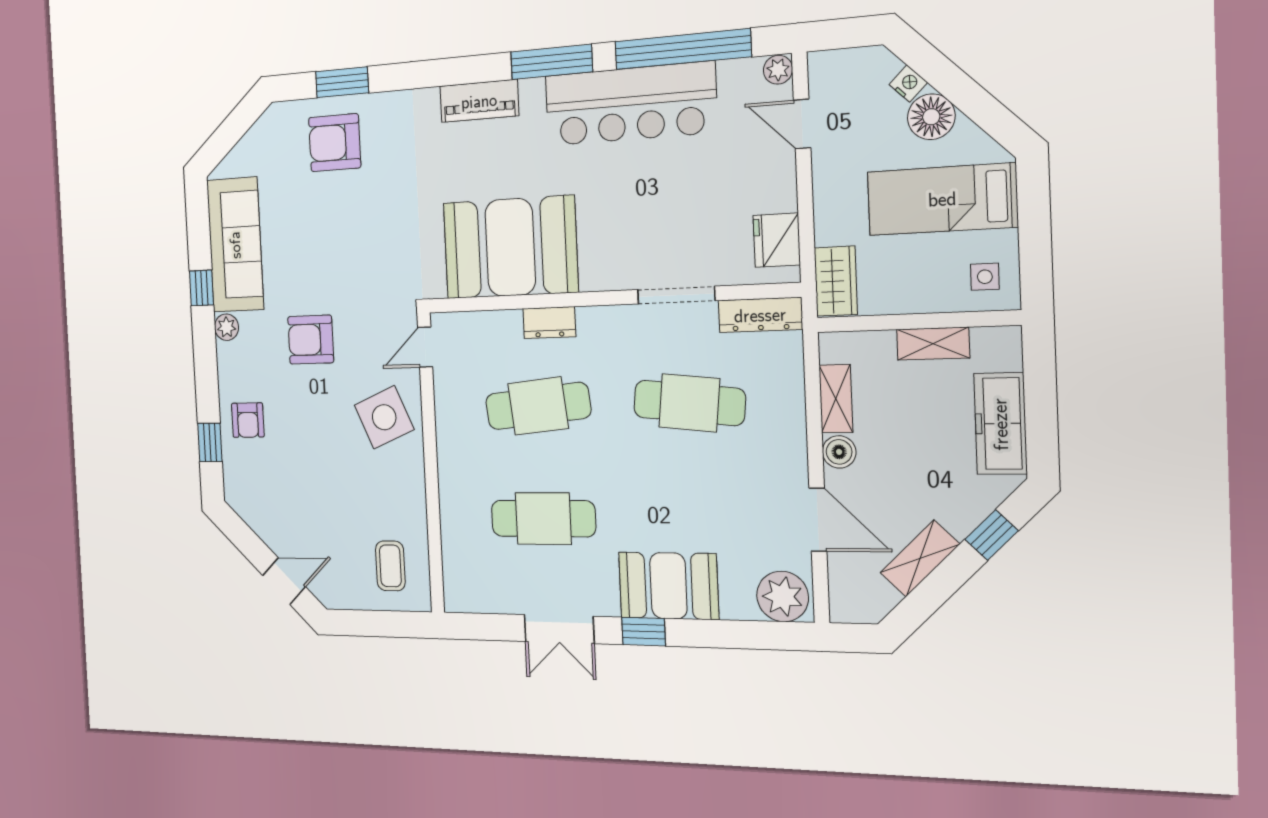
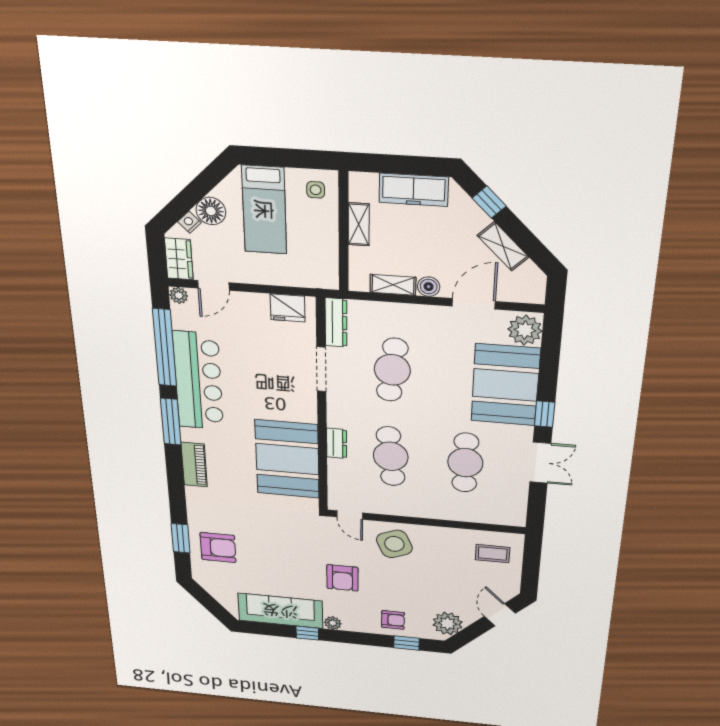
armchair: (335, 143) -> (218, 547), turned -90
wardrobe: (836, 281) -> (179, 259), moved, turned 90
plant: (255, 503) -> (448, 624), added
booth: (668, 586) -> (505, 385), width x1.36, depth x1.42

